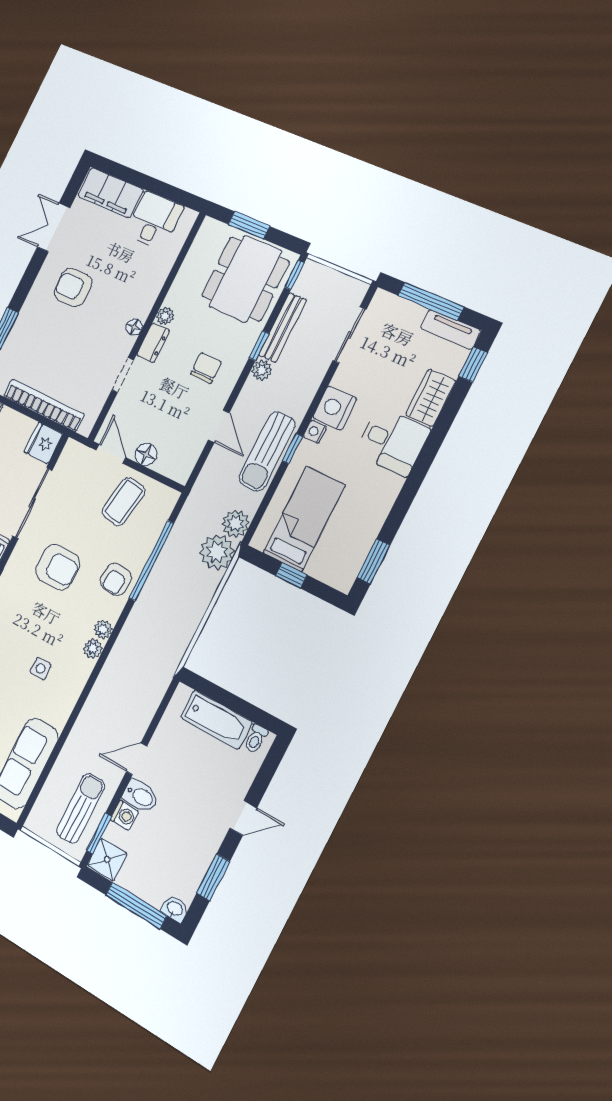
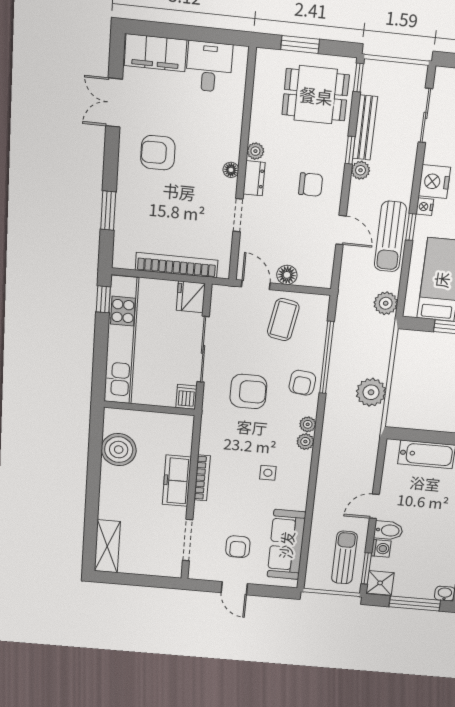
dining table: (245, 279) -> (316, 95), width x0.73
chair: (206, 368) -> (311, 185), turned 90
plant: (217, 552) -> (371, 392), moved

